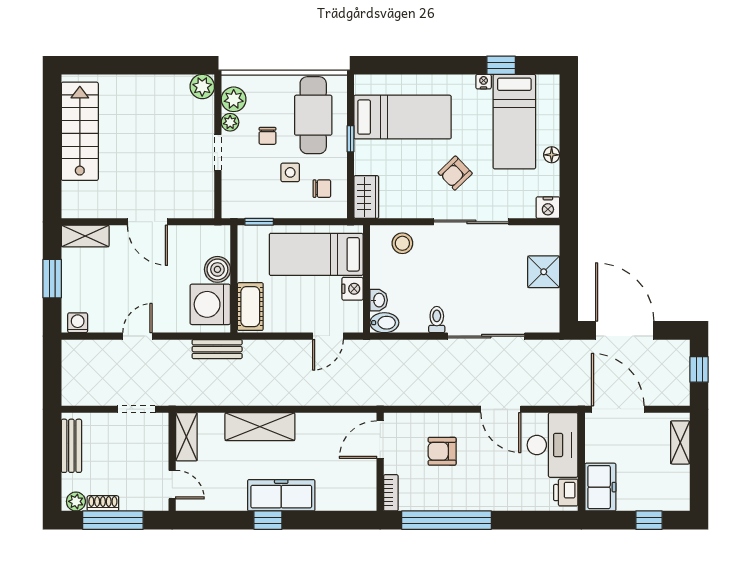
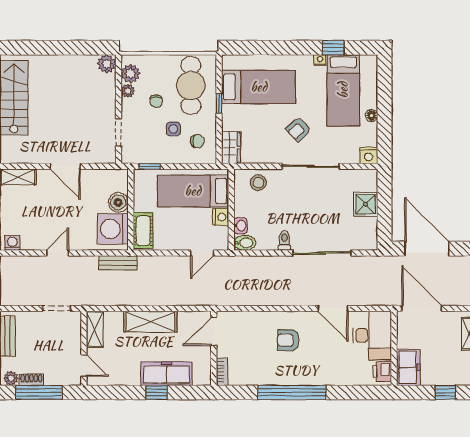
doorway: (218, 153) -> (119, 132), moved
door: (380, 440) -> (214, 331), moved
wall: (380, 462) -> (214, 348), moved
bookcase: (391, 493) -> (222, 372), moved

